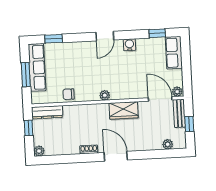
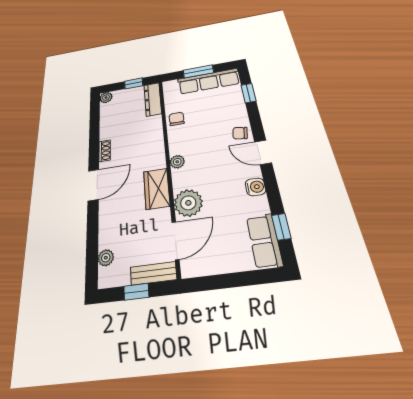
chair: (87, 49) -> (240, 133), added
row of seats: (174, 53) -> (264, 241), moved, turned -90
plant: (177, 92) -> (188, 203), moved, width x1.87, depth x1.87

